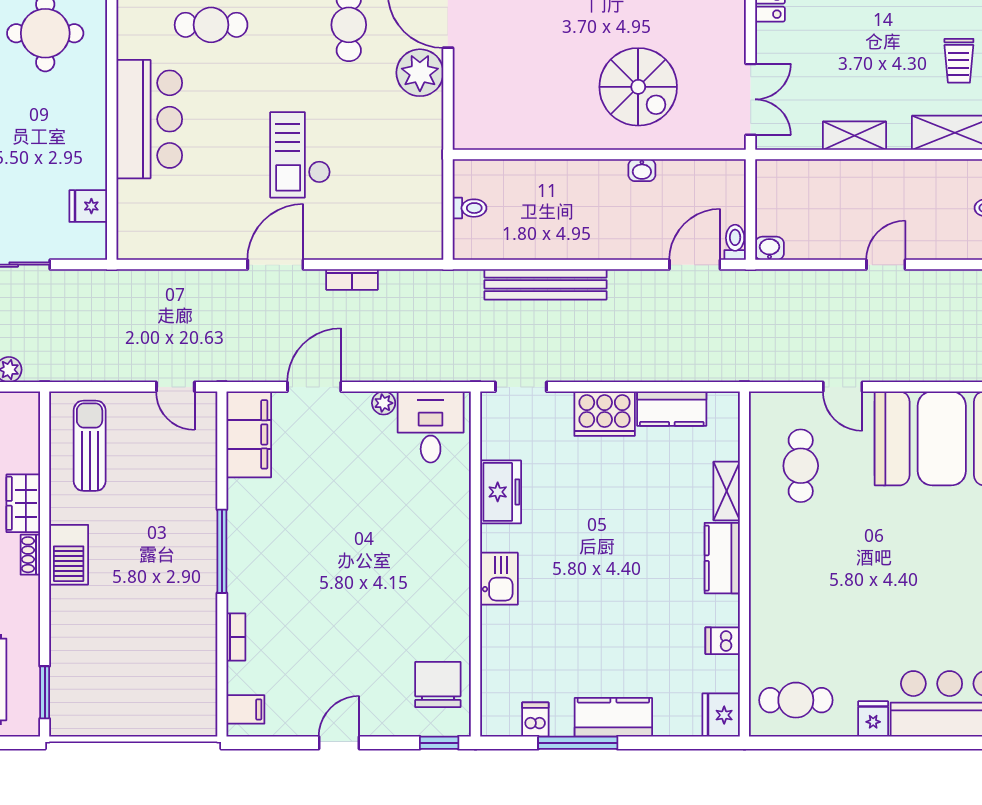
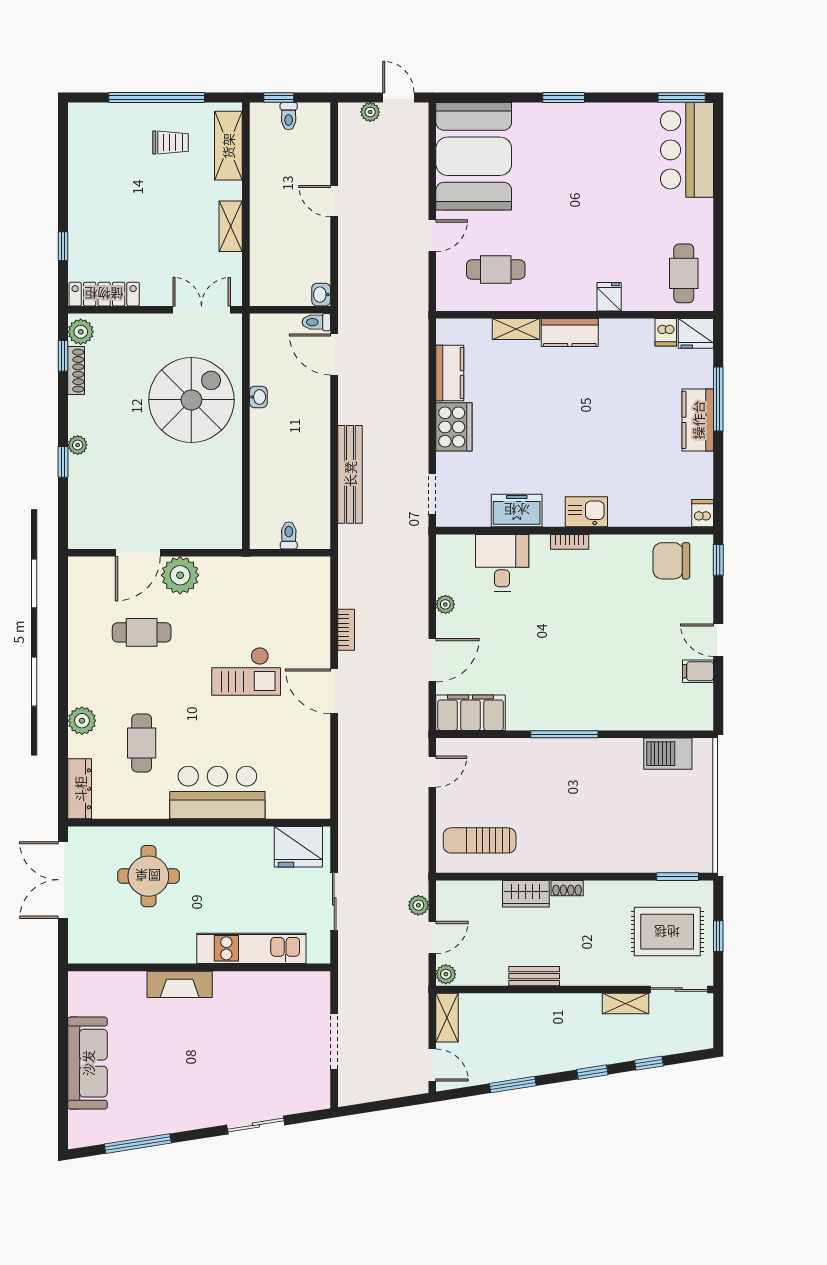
spiral stairs: (638, 87) -> (191, 400), width x1.37, depth x1.37
fridge: (88, 206) -> (298, 847), width x1.88, depth x1.34
door: (314, 387) -> (432, 660), swing flipped
desk: (431, 427) -> (502, 563), moved, turned 90
barbecue: (69, 555) -> (668, 754), moved, turned 180
bookcase: (236, 637) -> (570, 542), moved, turned 180
dishwasher: (723, 641) -> (666, 332), moved
filing cabinet: (245, 709) -> (698, 671), moved, turned -90
fridge: (873, 719) -> (609, 297), moved, turned 90
dishwasher: (535, 720) -> (703, 513), moved, turned 90
window: (578, 743) -> (718, 399), moved

